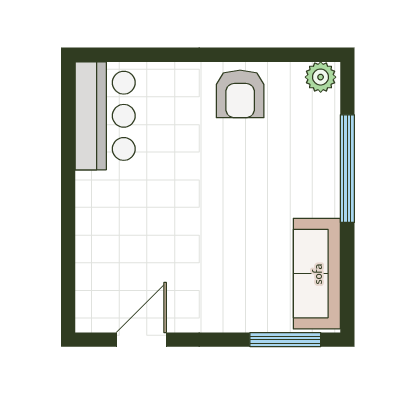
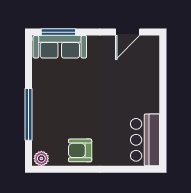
armchair: (240, 94) -> (80, 150), turned -90
sofa: (317, 274) -> (60, 47), moved, turned 90

